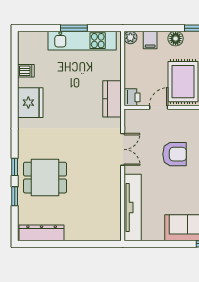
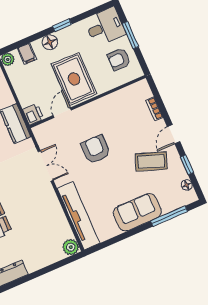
armchair: (175, 154) -> (96, 149), turned -90
plant: (113, 233) -> (71, 247), added

